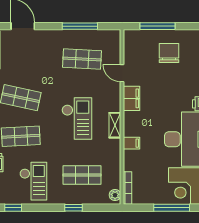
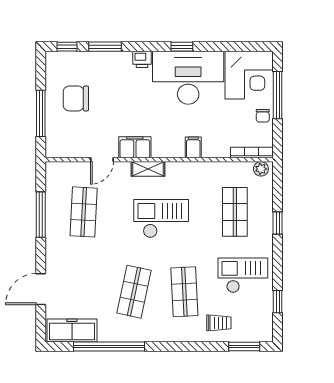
shelving: (115, 125) -> (148, 169), moved
chair: (156, 196) -> (263, 116), added

